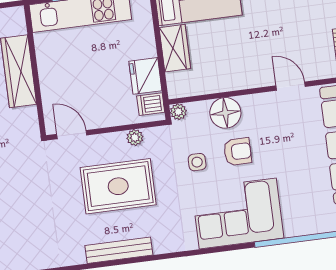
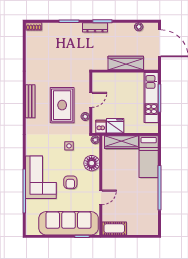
wardrobe: (175, 48) -> (121, 142), width x1.50
door: (72, 135) -> (91, 100), moved
armchair: (238, 152) -> (70, 182), moved
corner sofa: (238, 213) -> (41, 177), moved

